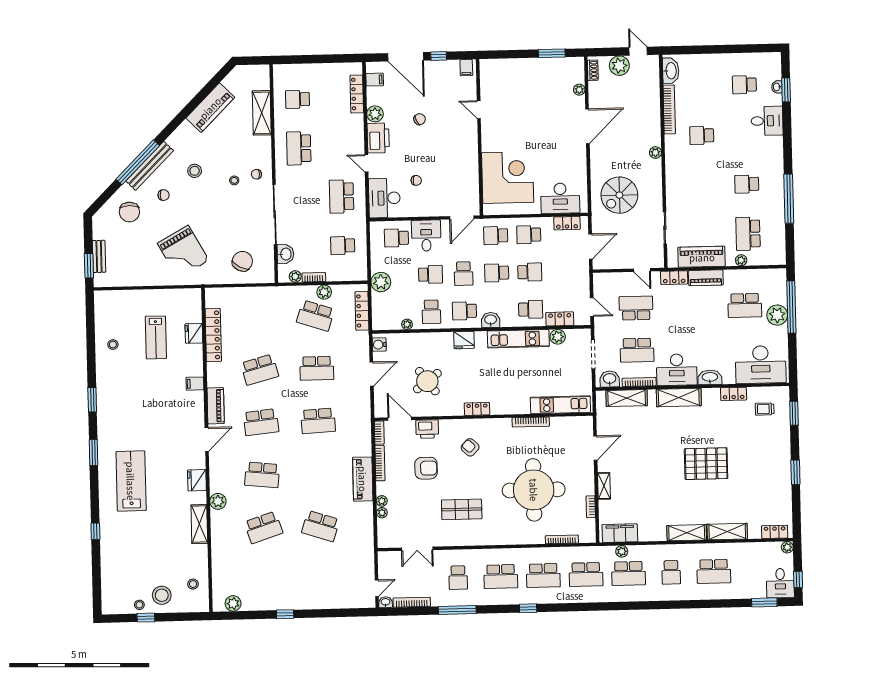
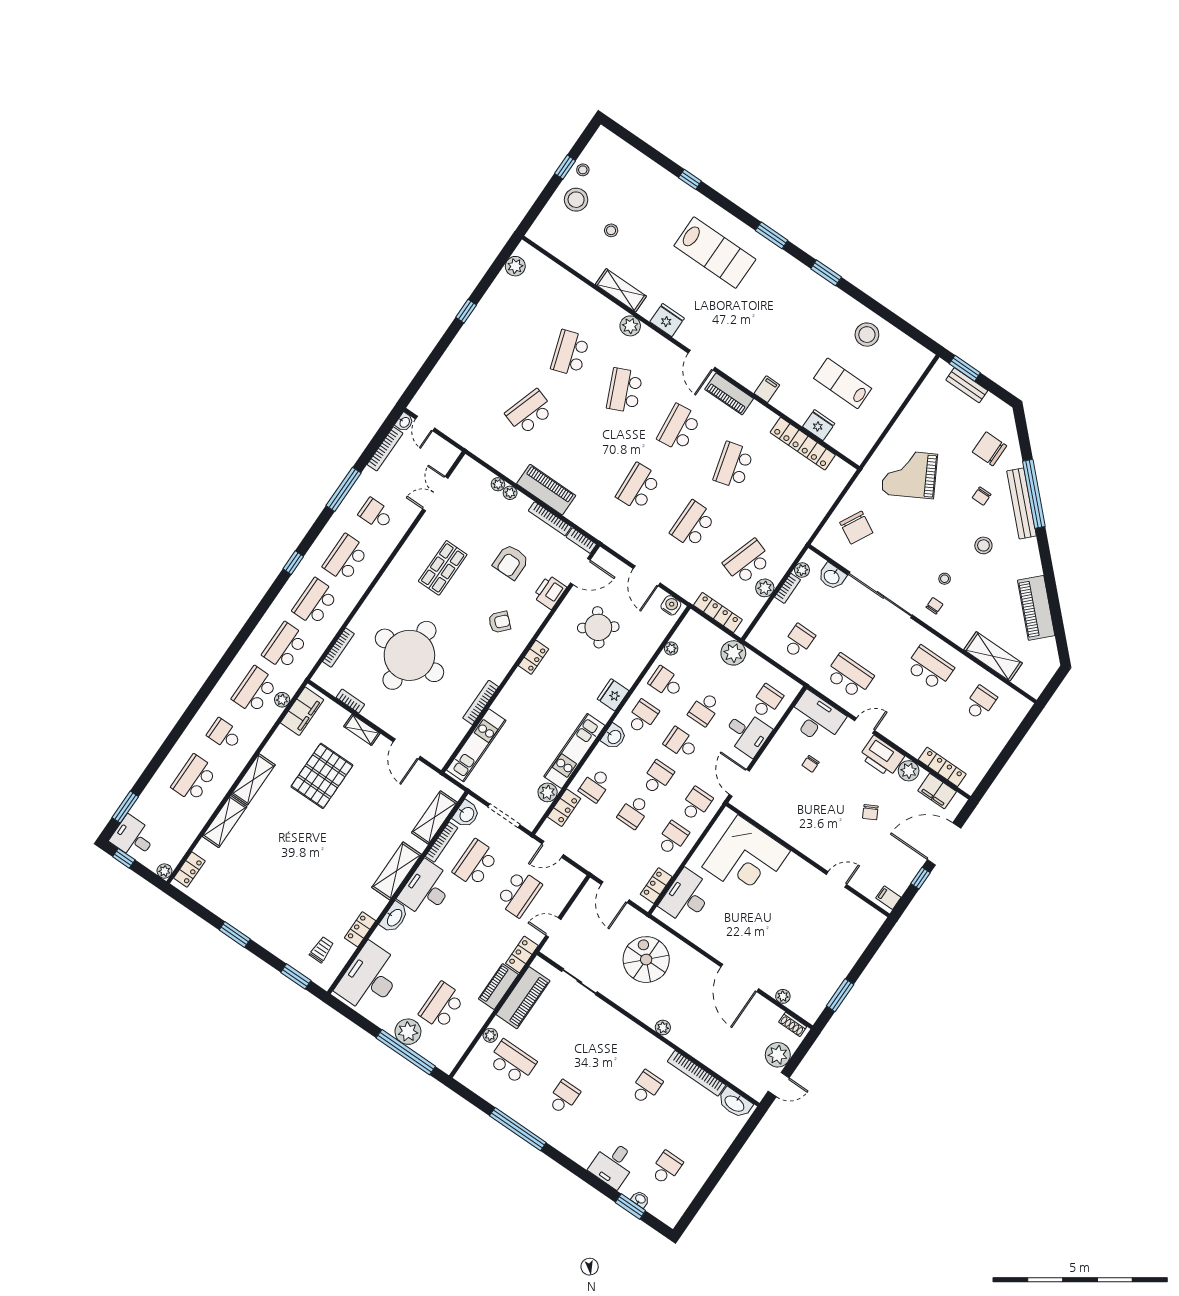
filing cabinet: (375, 80) -> (937, 791), width x2.00
stool: (113, 345) -> (867, 335), width x1.89, depth x1.89
pallet: (706, 464) -> (322, 776), moved
school desk: (262, 475) -> (625, 390), turned -30
stool: (193, 584) -> (611, 230), moved

